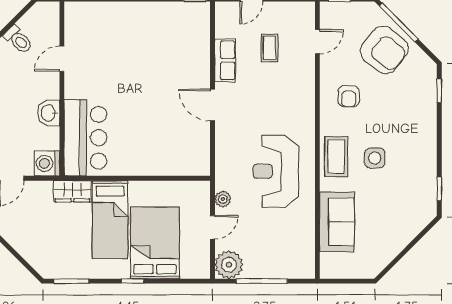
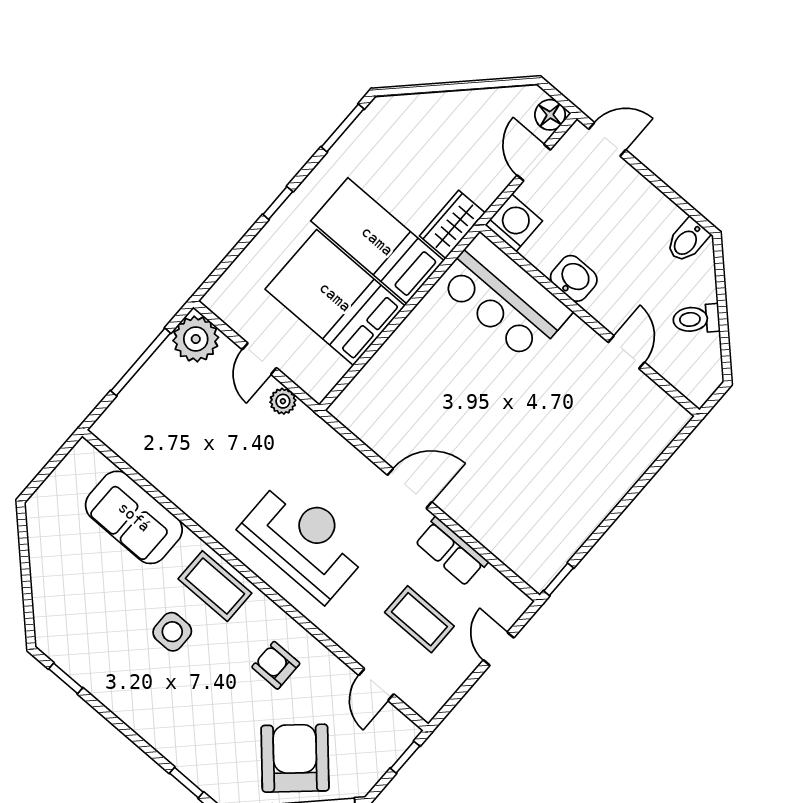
coffee table: (270, 48) -> (419, 619), width x1.36, depth x1.30
armchair: (384, 50) -> (295, 758), turned 99
reception desk: (276, 171) -> (304, 540), moved
bed: (155, 243) -> (335, 297), moved, turned 180

